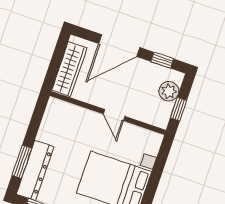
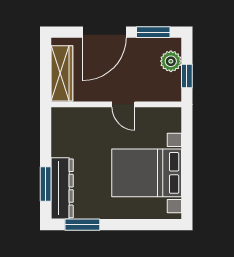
window: (162, 60) -> (153, 32), width x1.50

